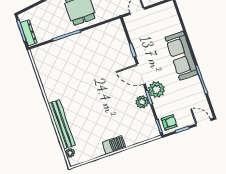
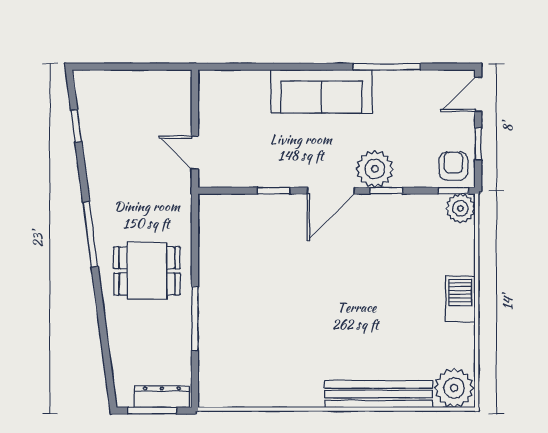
plant: (142, 102) -> (460, 208), moved
plant: (70, 153) -> (454, 388), width x1.87, depth x1.87

